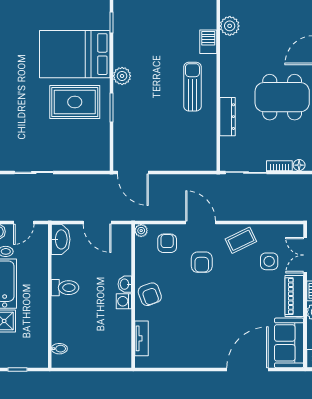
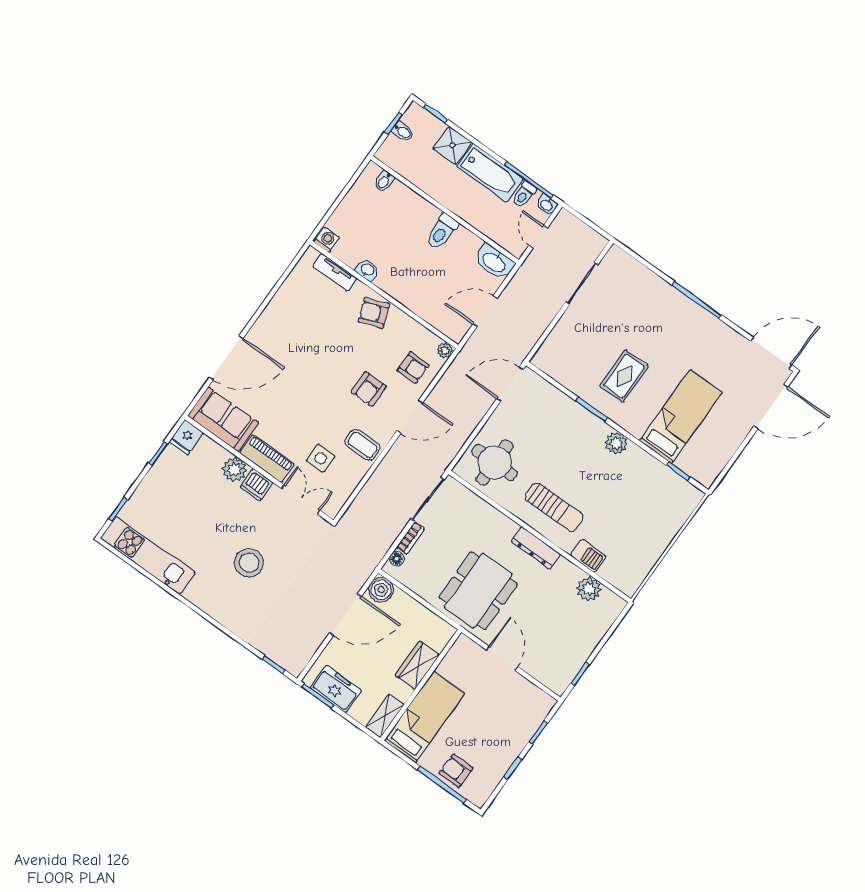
bed: (75, 54) -> (681, 417), width x0.67
rug: (75, 102) -> (624, 376), width x0.73, depth x0.70
dresser: (228, 117) -> (536, 548), moved
round table: (191, 146) -> (495, 463), added
coffee table: (241, 240) -> (363, 445), turned -64
armchair: (202, 262) -> (369, 389), turned -90
washbasin: (125, 284) -> (367, 270), moved
washing machine: (124, 301) -> (327, 240), moved
bidet: (18, 360) -> (403, 132), added
door: (248, 369) -> (226, 358), hinge flipped

